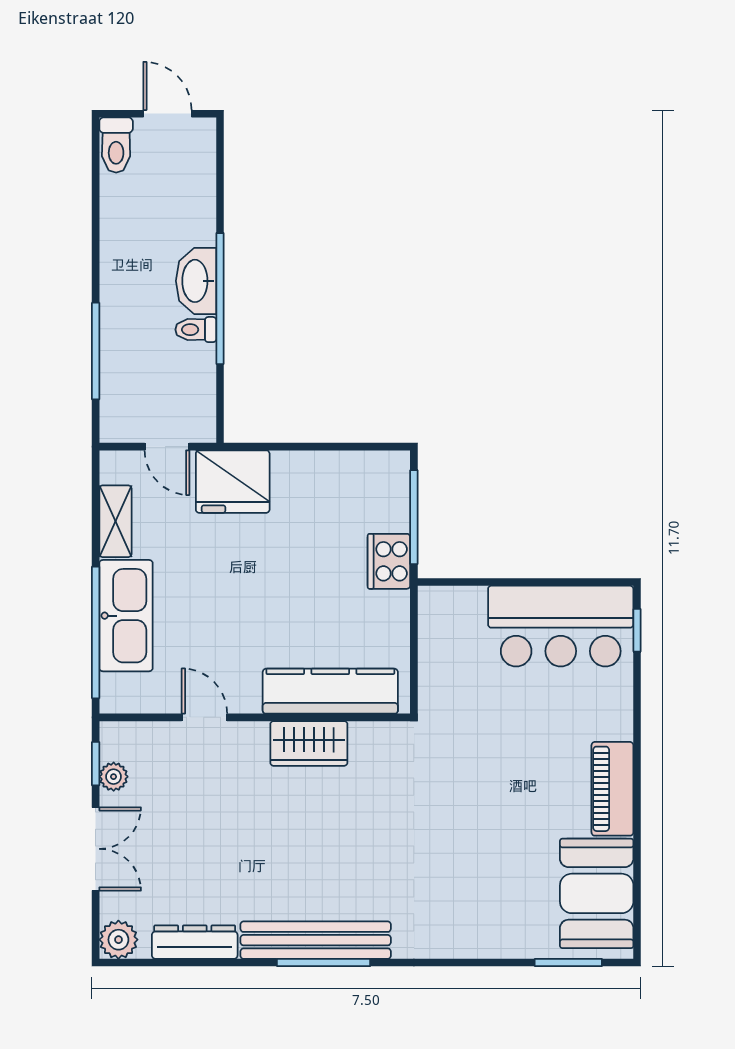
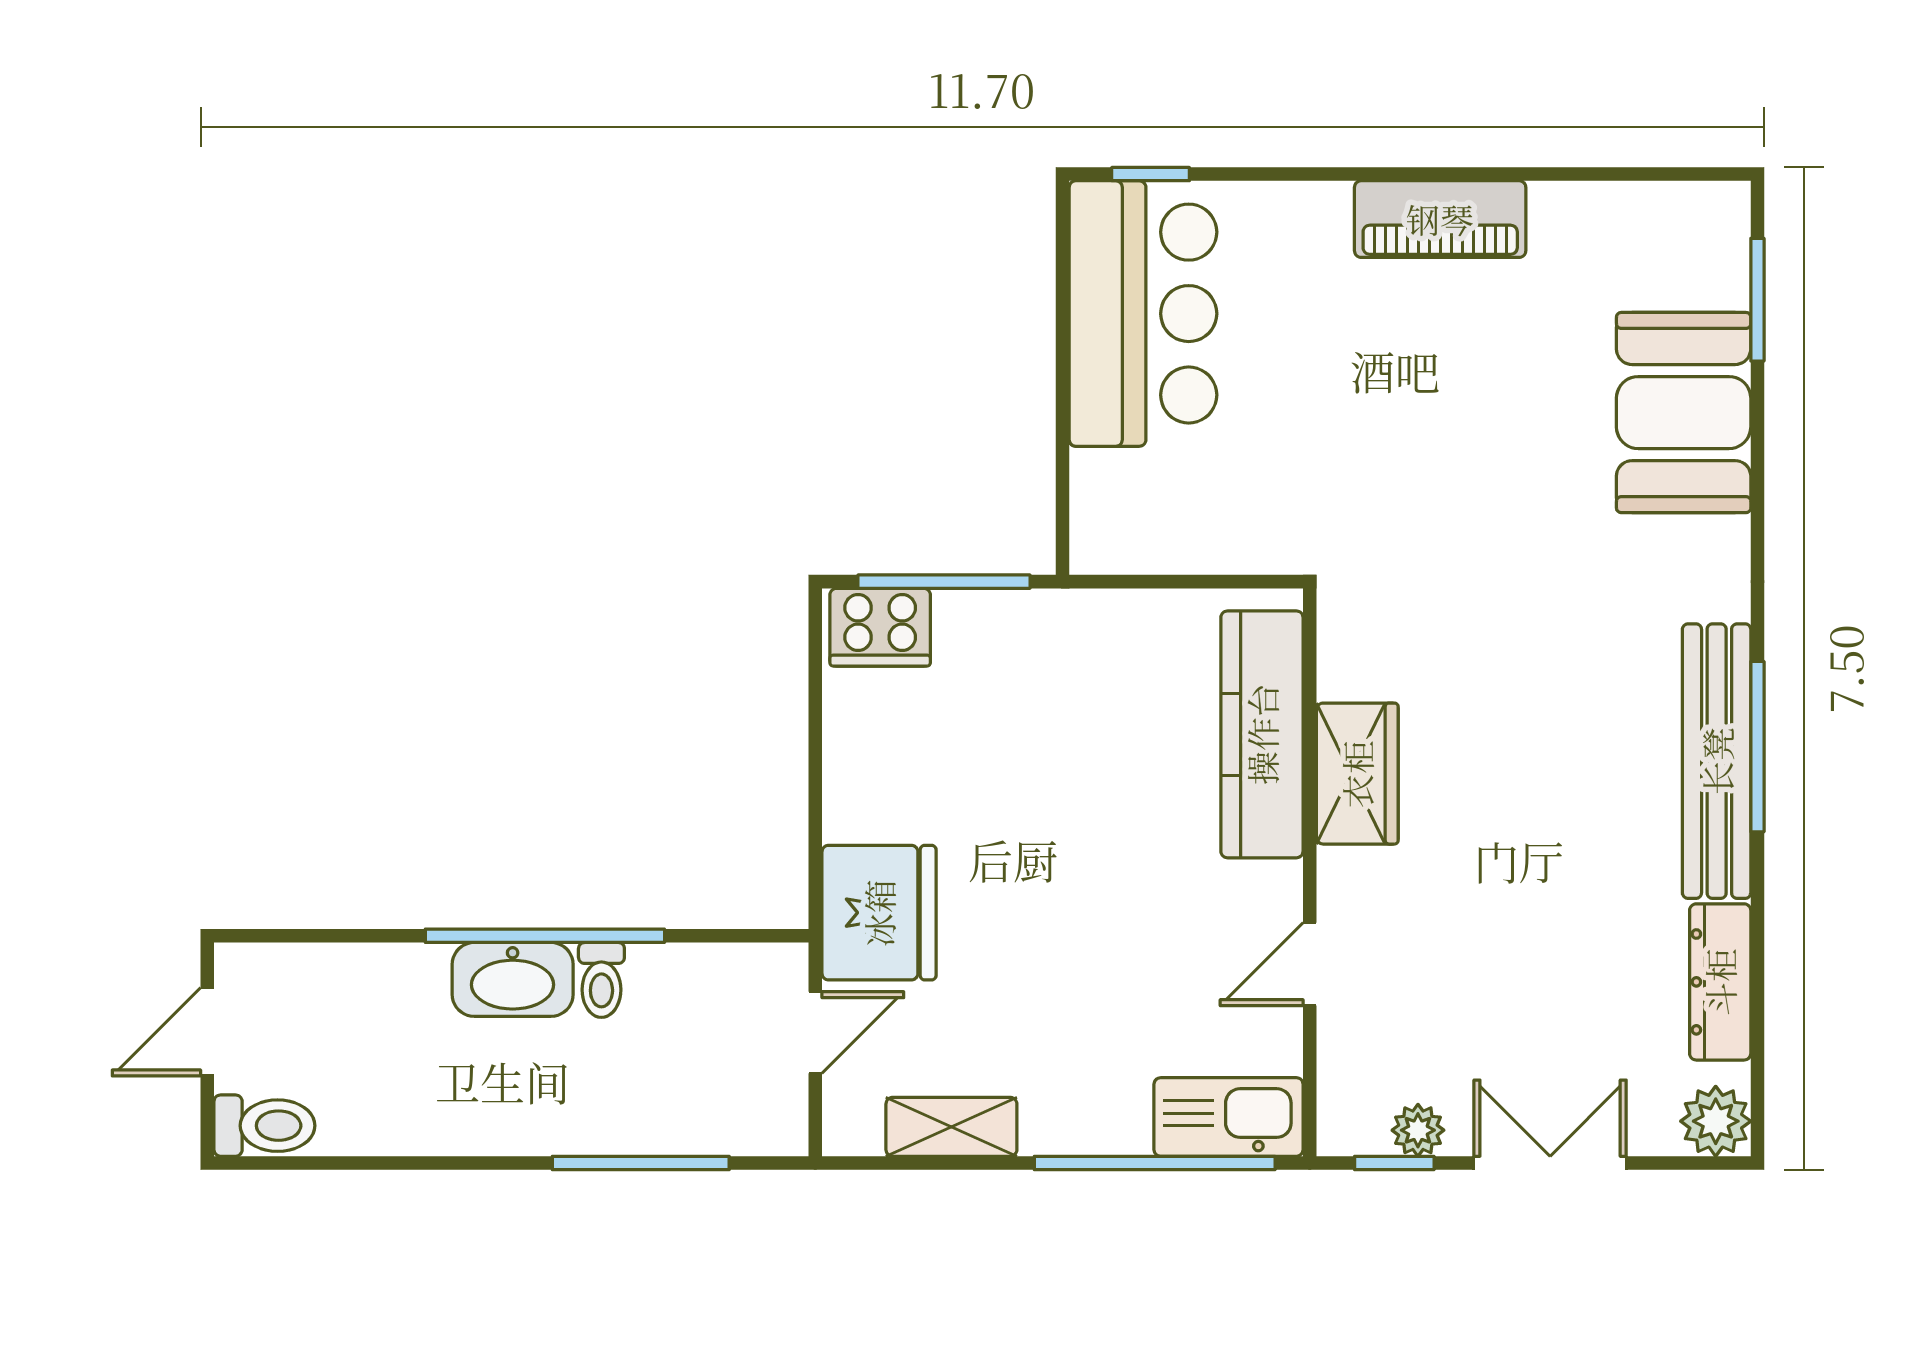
cooker: (389, 561) -> (880, 627), moved
kitchen sink: (126, 616) -> (1229, 1117), moved, width x0.73, depth x0.81
booth: (597, 893) -> (1684, 413), moved, turned 90

